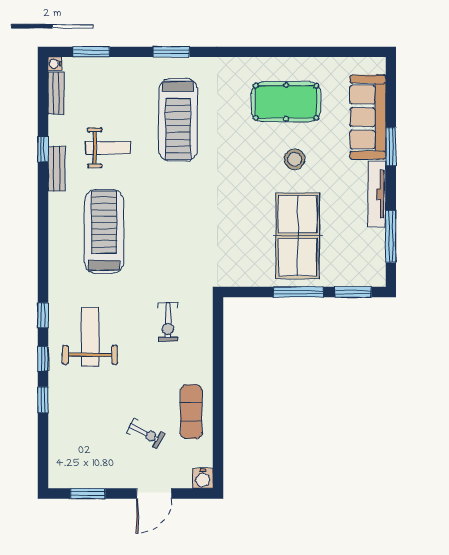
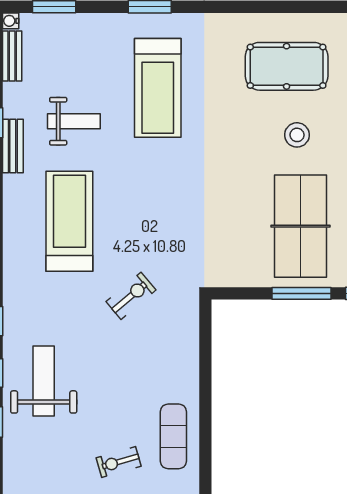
exercise bike: (168, 322) -> (131, 296), moved, turned -130
weight bench: (90, 337) -> (44, 381), moved
exercise bike: (145, 433) -> (119, 462), turned 136

